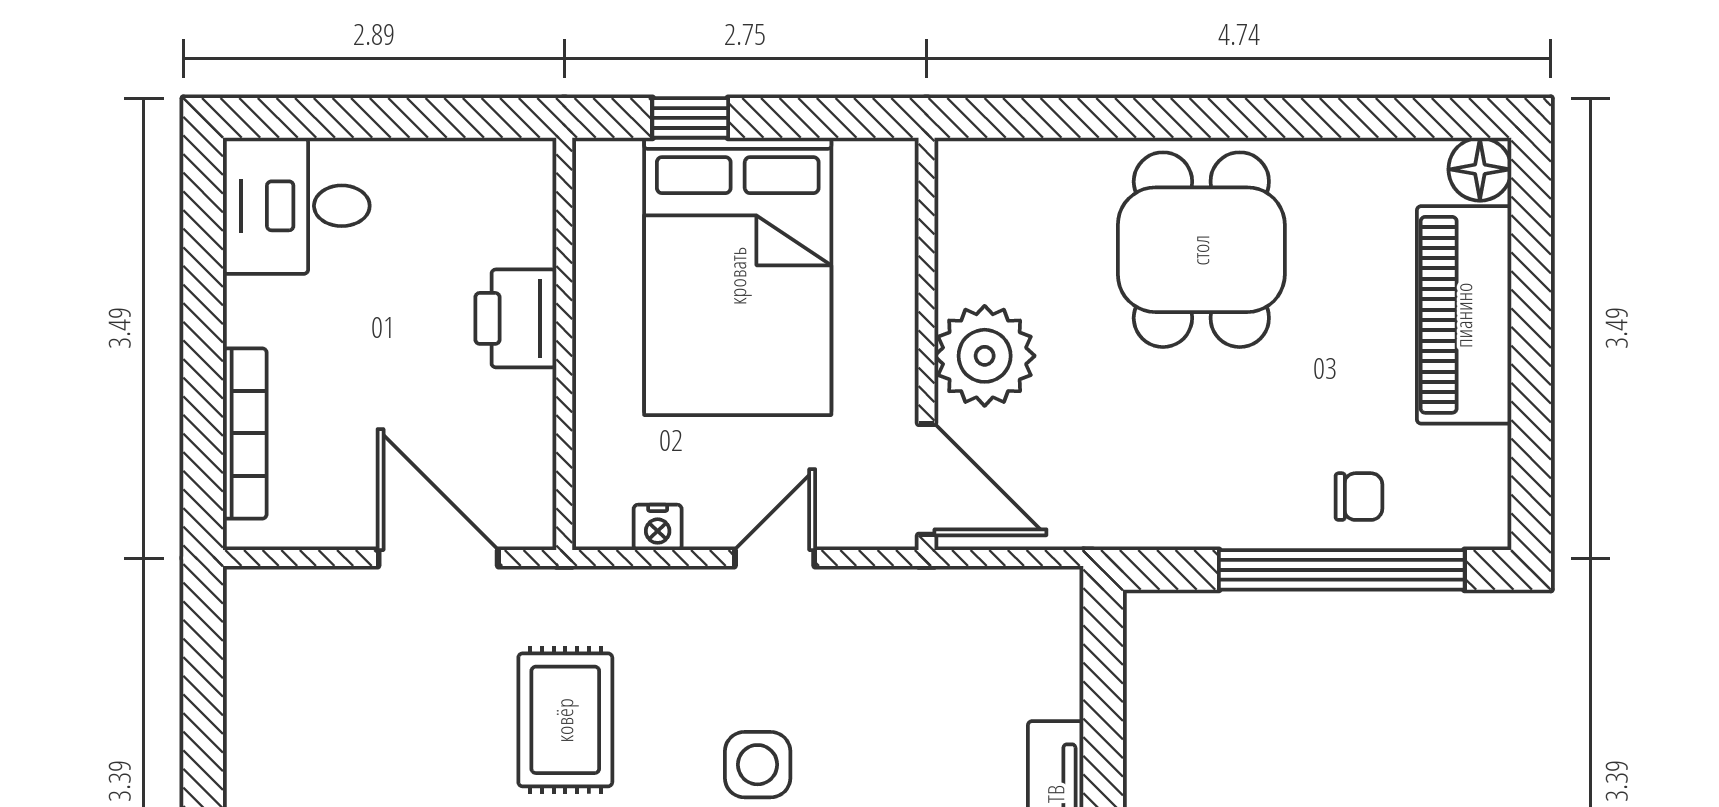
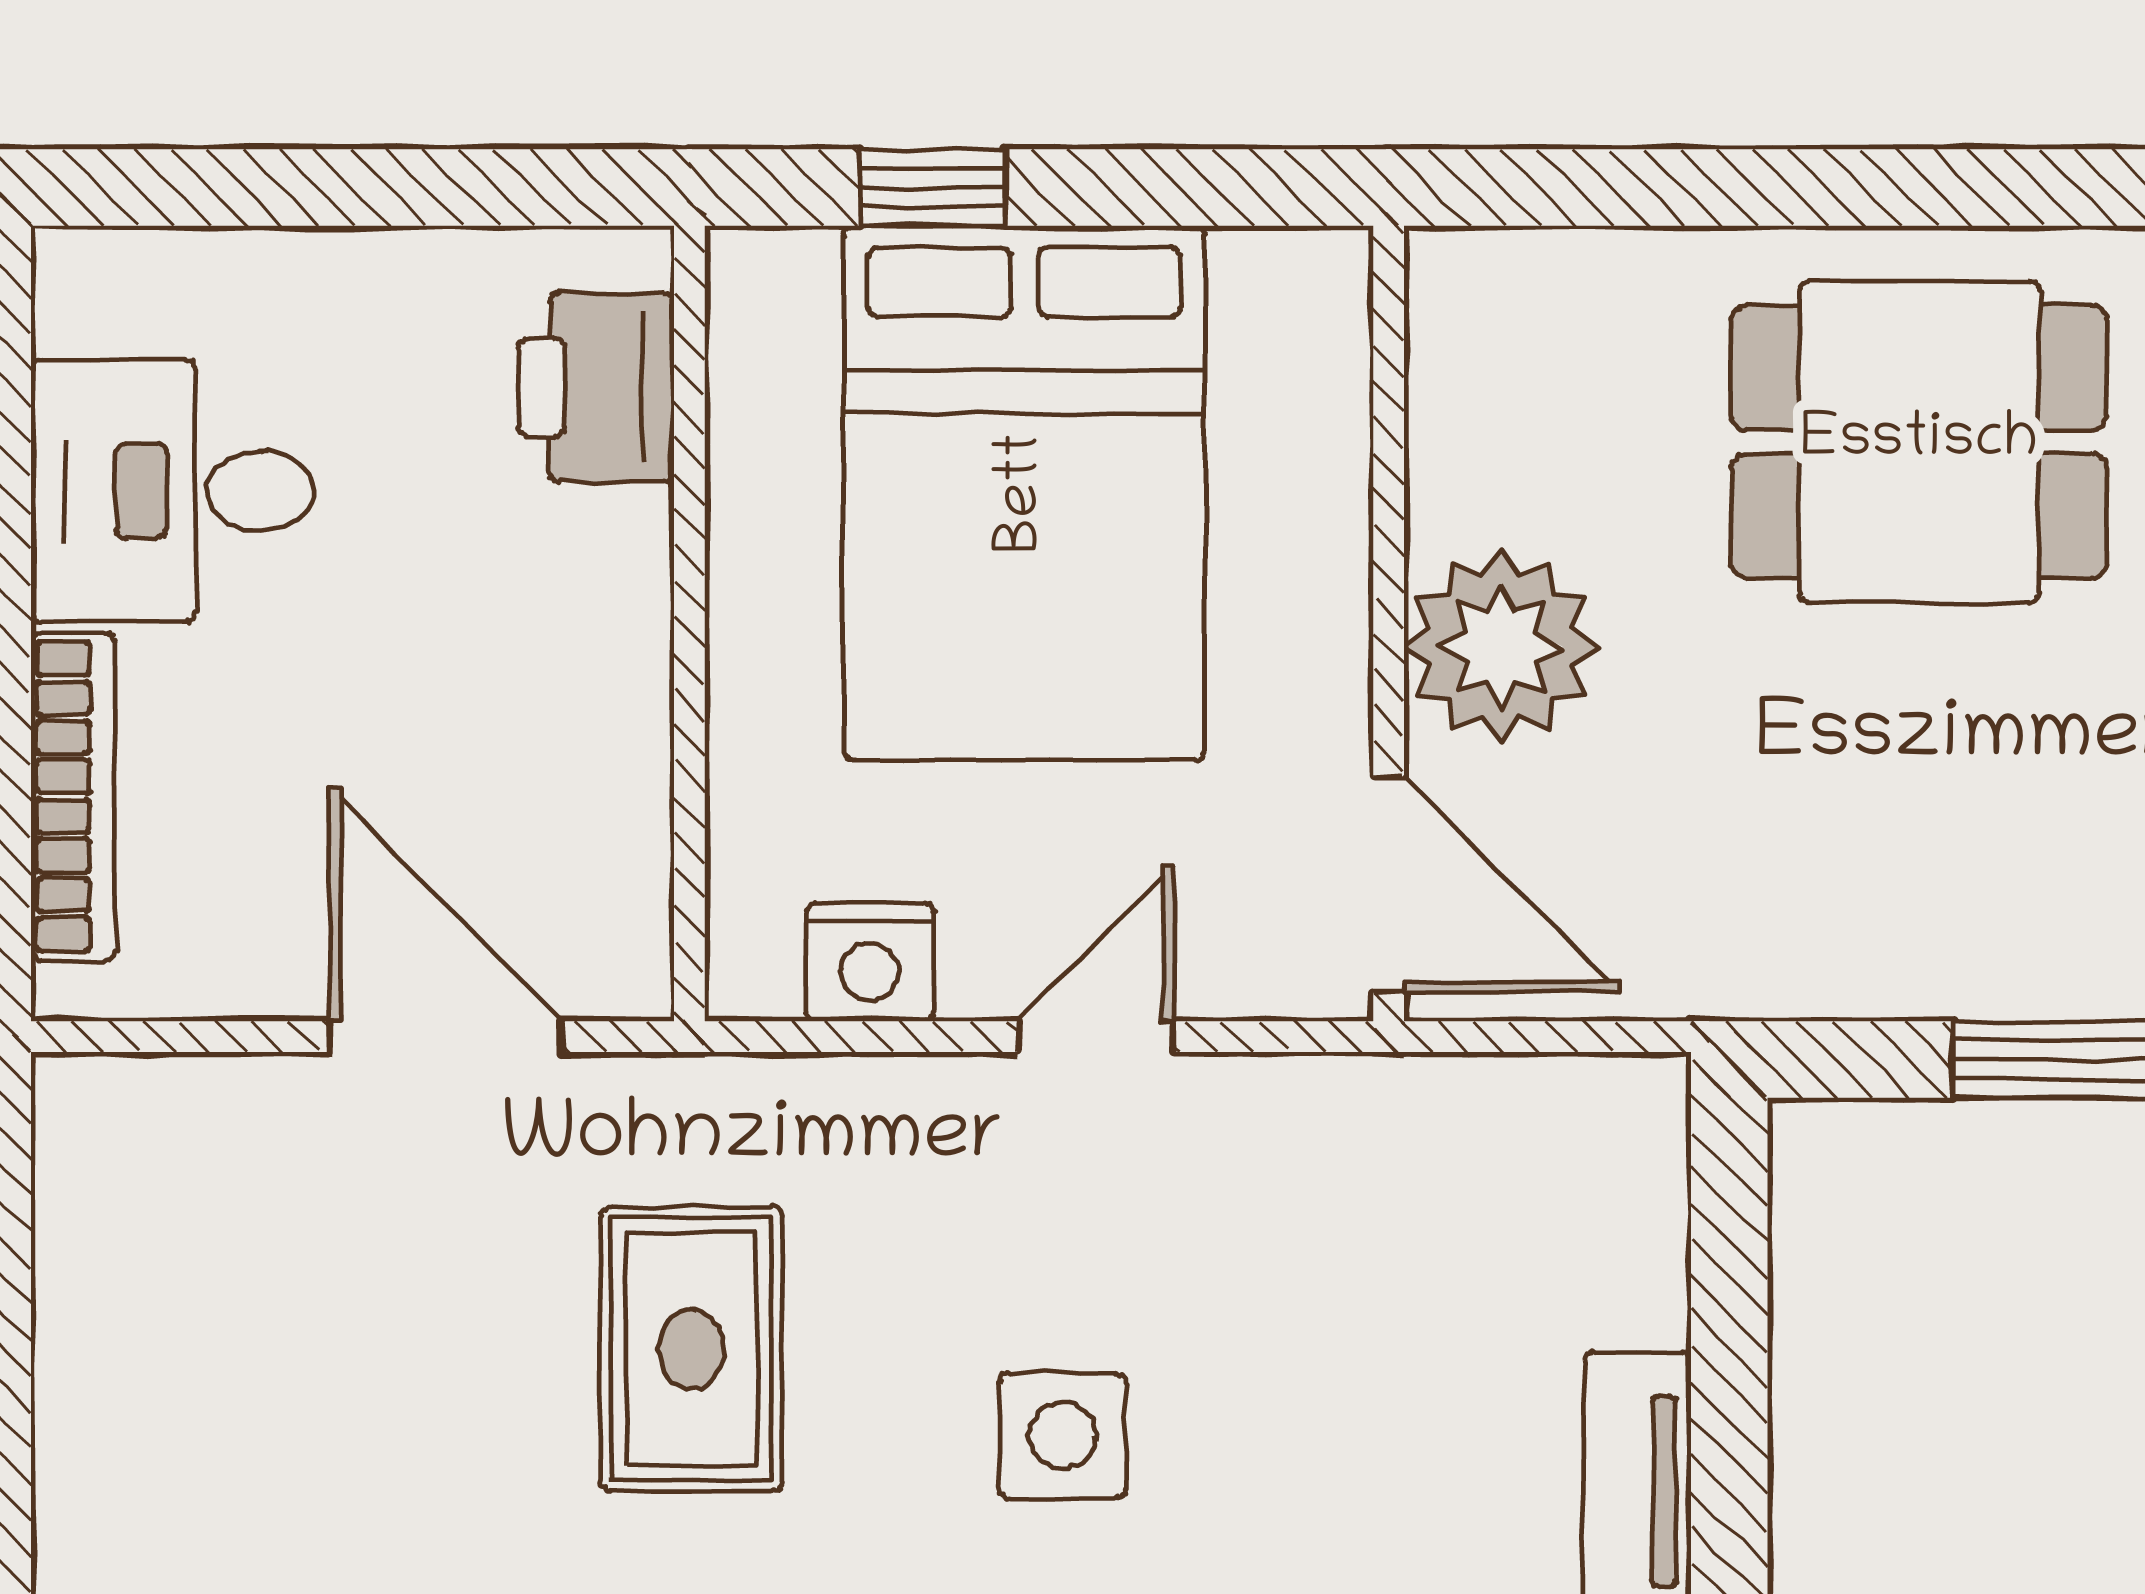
desk: (296, 206) -> (173, 491), moved
dining table: (1201, 250) -> (1919, 442), turned 90
printer: (516, 318) -> (596, 387), moved
nightstand: (658, 527) -> (870, 962), width x1.39, depth x1.35

